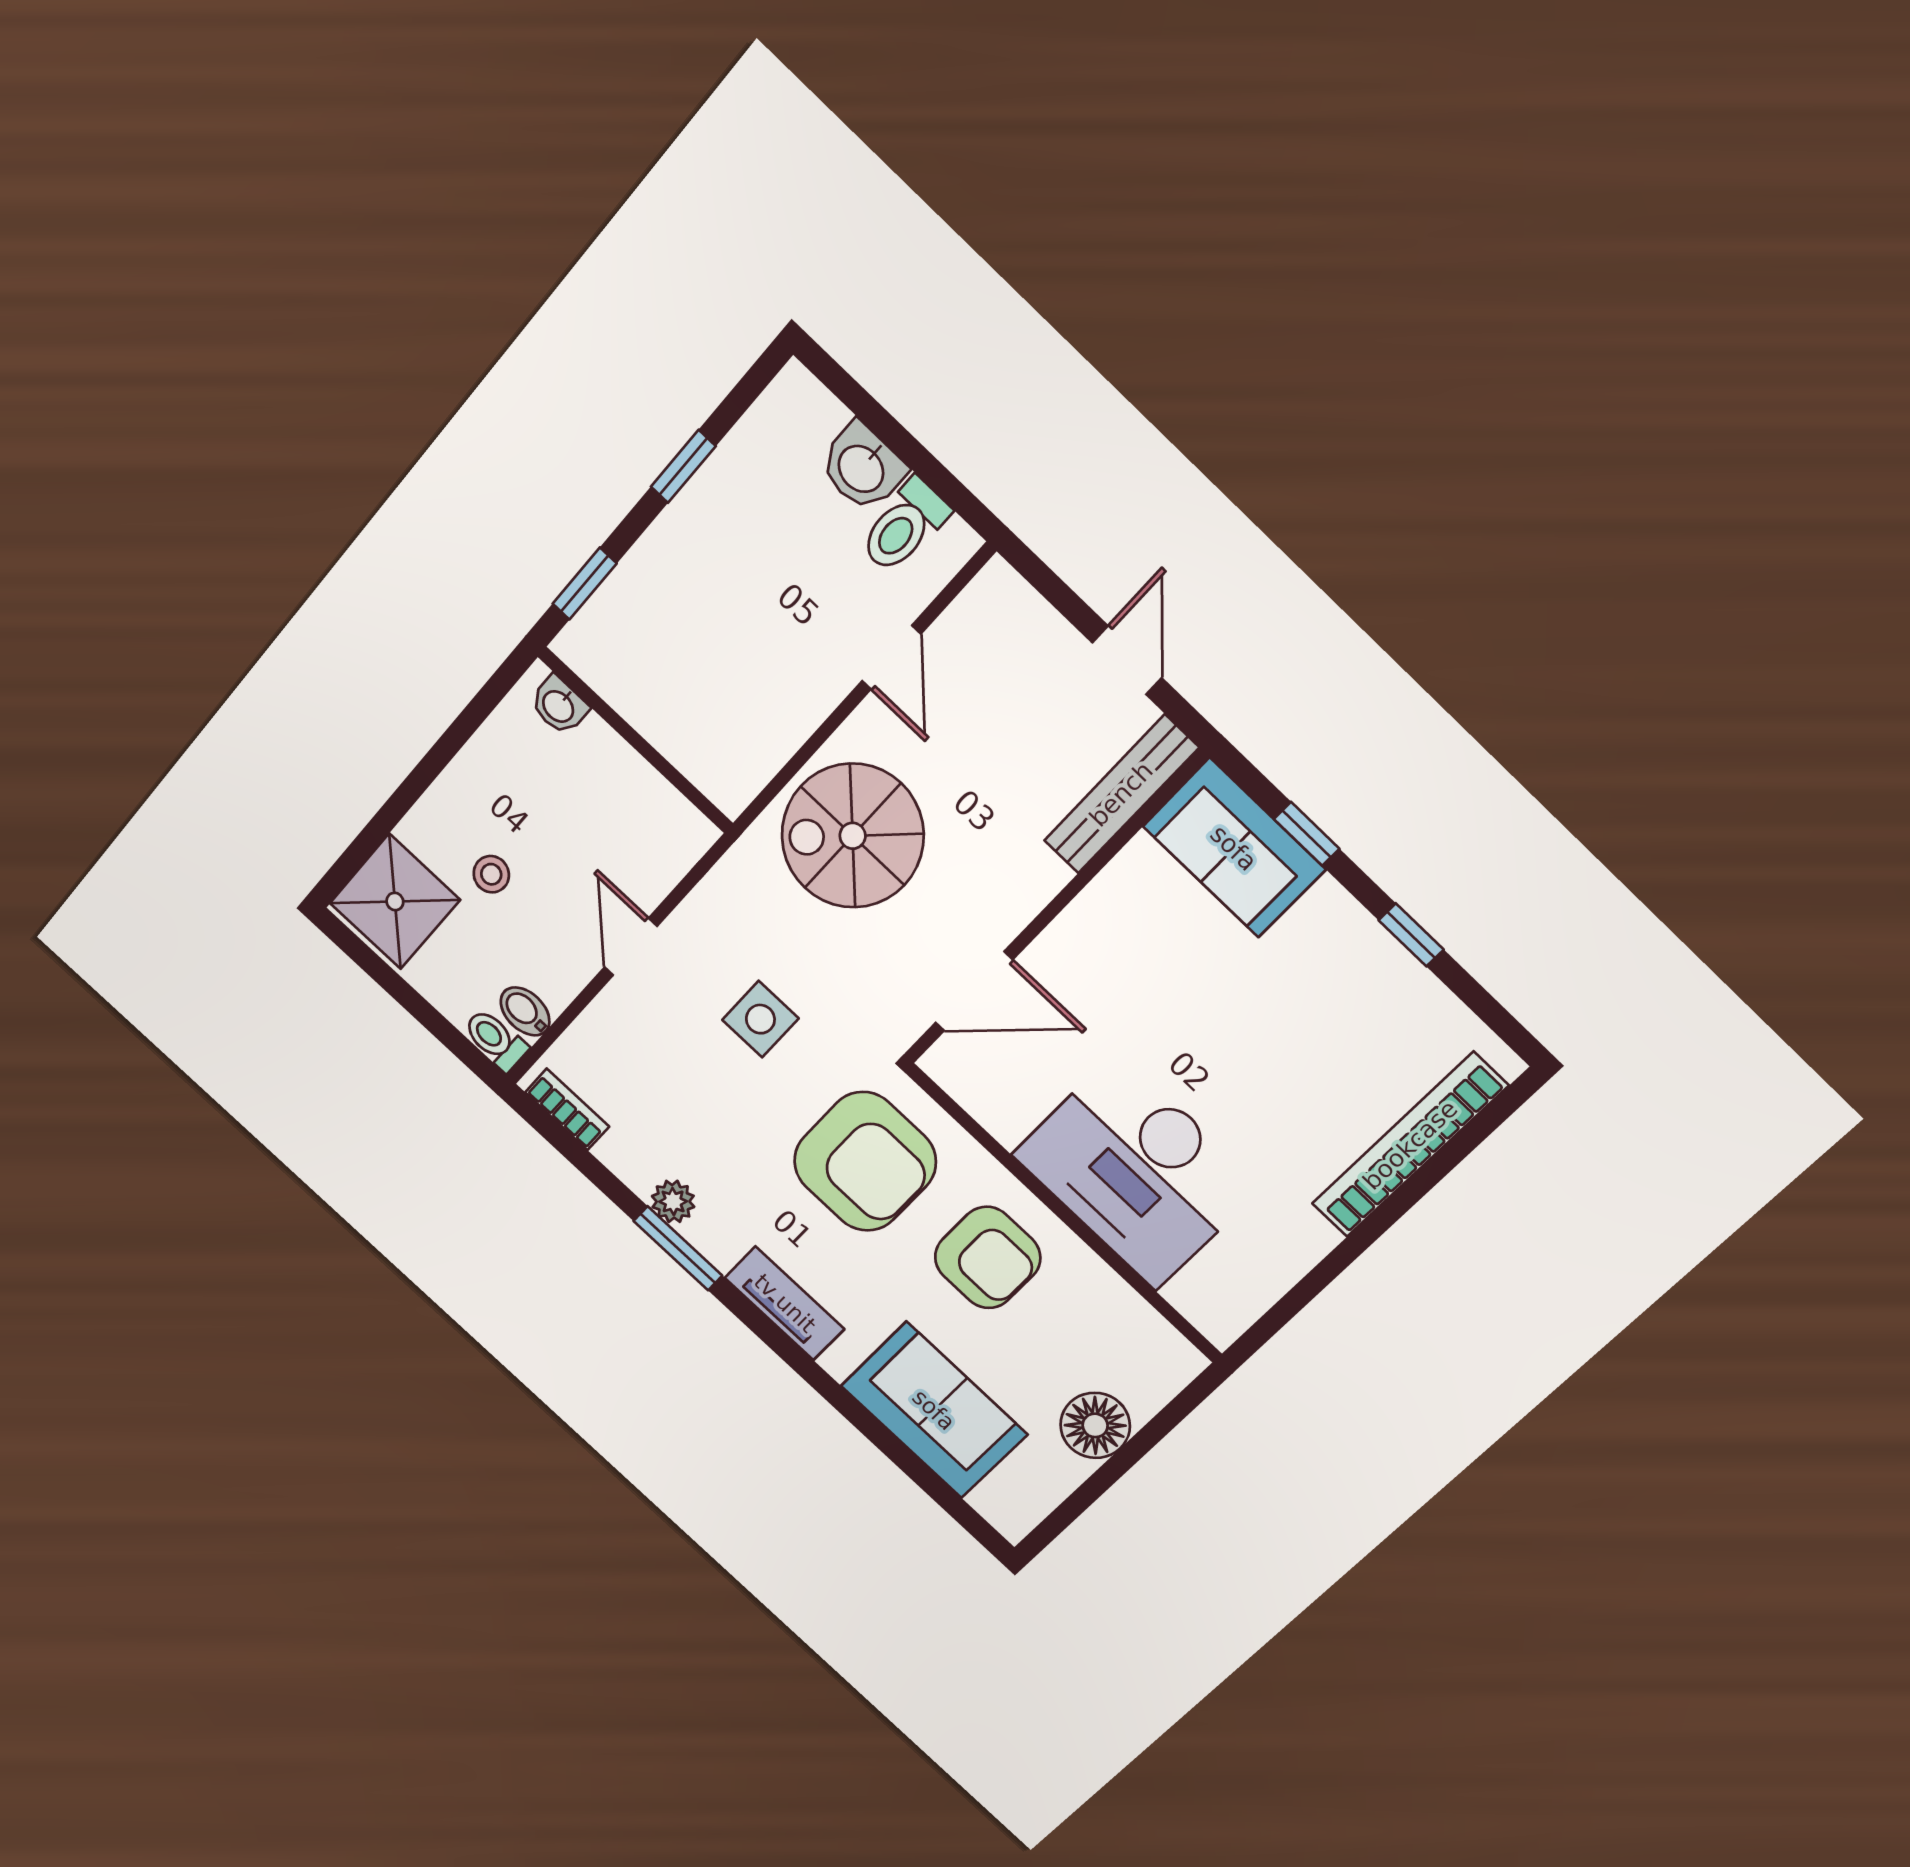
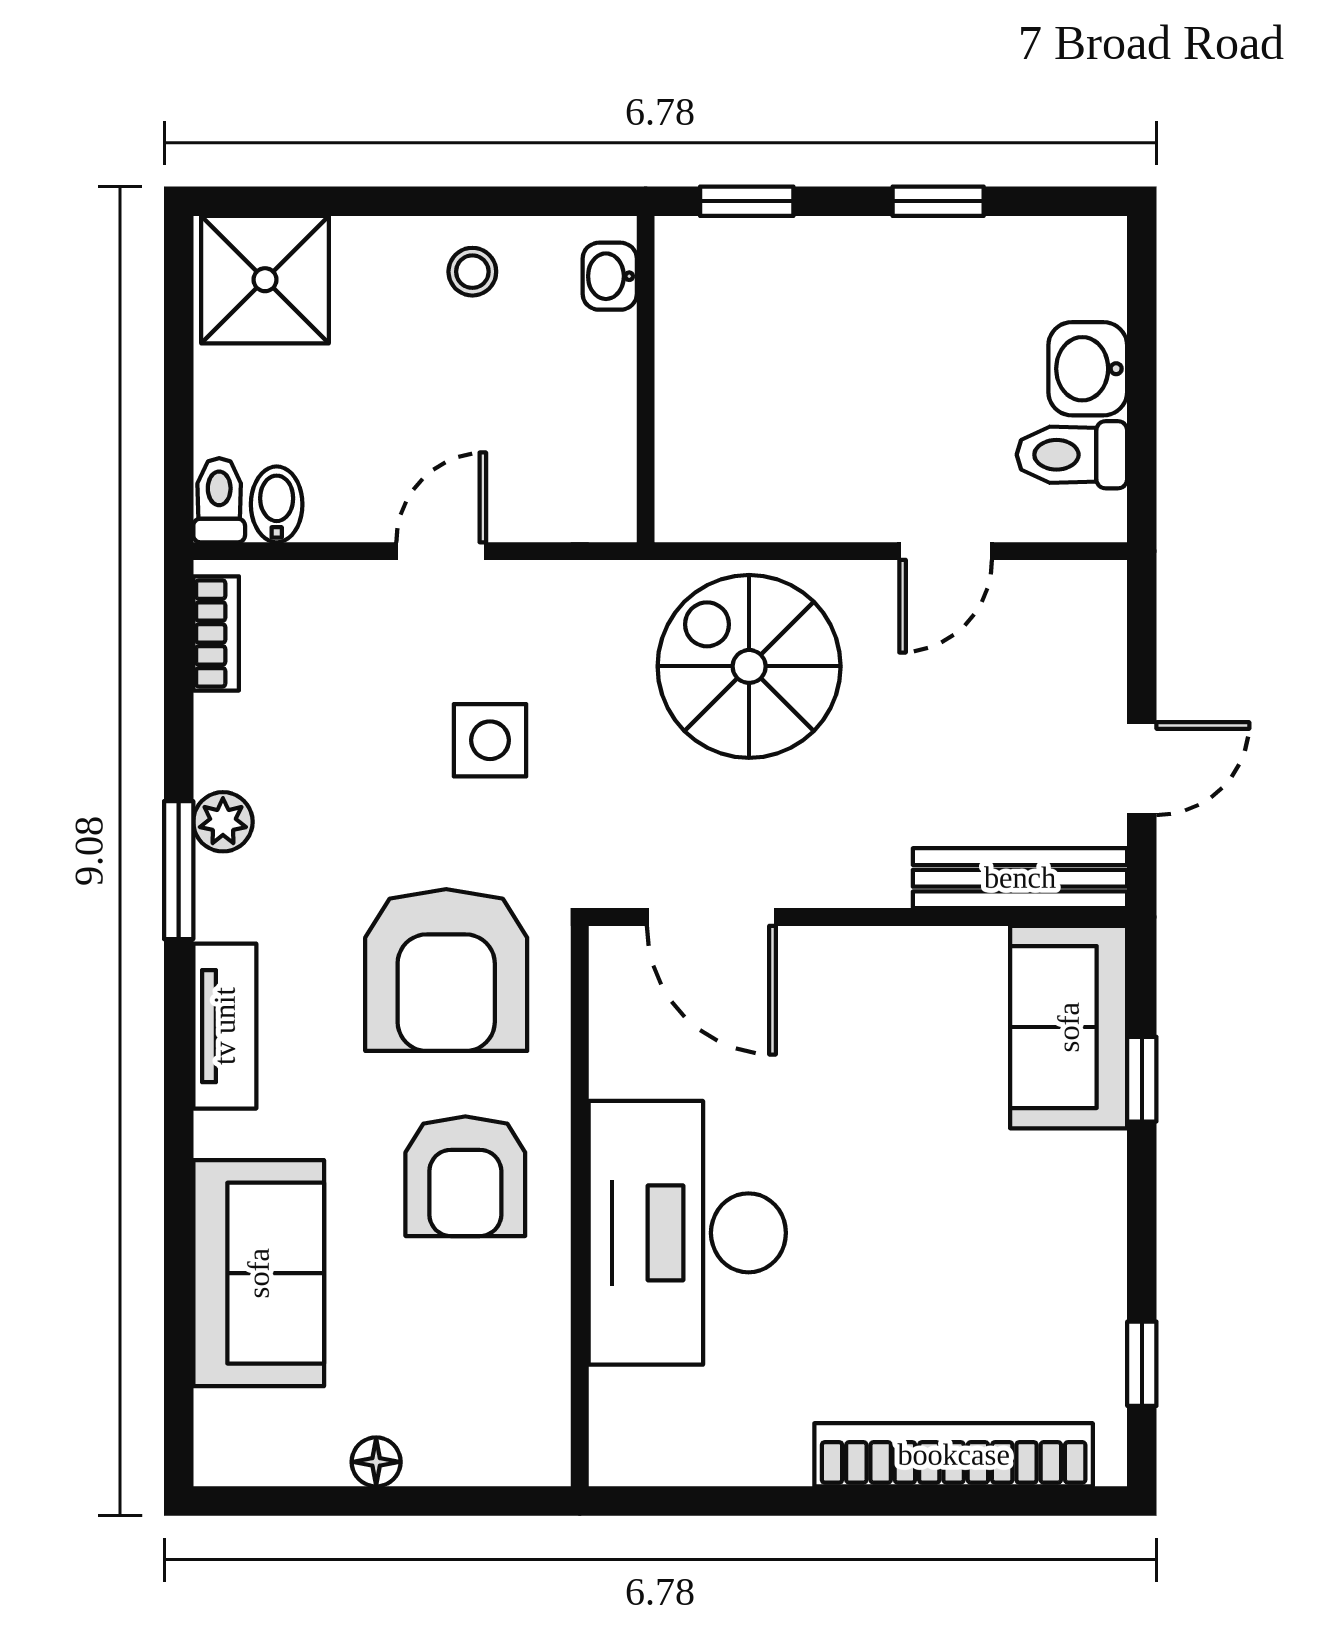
stool: (491, 874) -> (472, 272), moved
window: (1411, 935) -> (1142, 1364), moved
floor lamp: (1095, 1425) -> (376, 1462), width x0.53, depth x0.53

